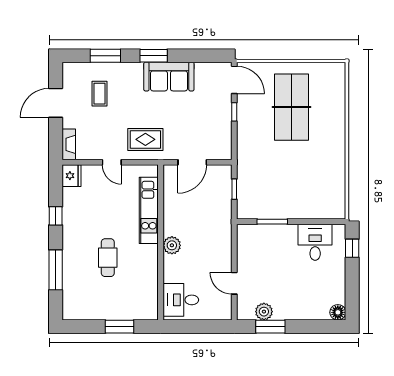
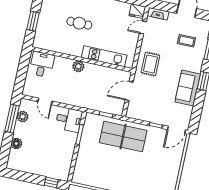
table tennis table: (291, 107) -> (123, 136), moved
door: (112, 162) -> (143, 27), moved
door: (192, 162) -> (129, 91), hinge flipped
desk: (315, 242) -> (69, 120), moved
door: (234, 283) -> (45, 101), swing flipped
floor lamp: (338, 312) -> (16, 144), moved
window: (270, 327) -> (12, 119), width x1.44

